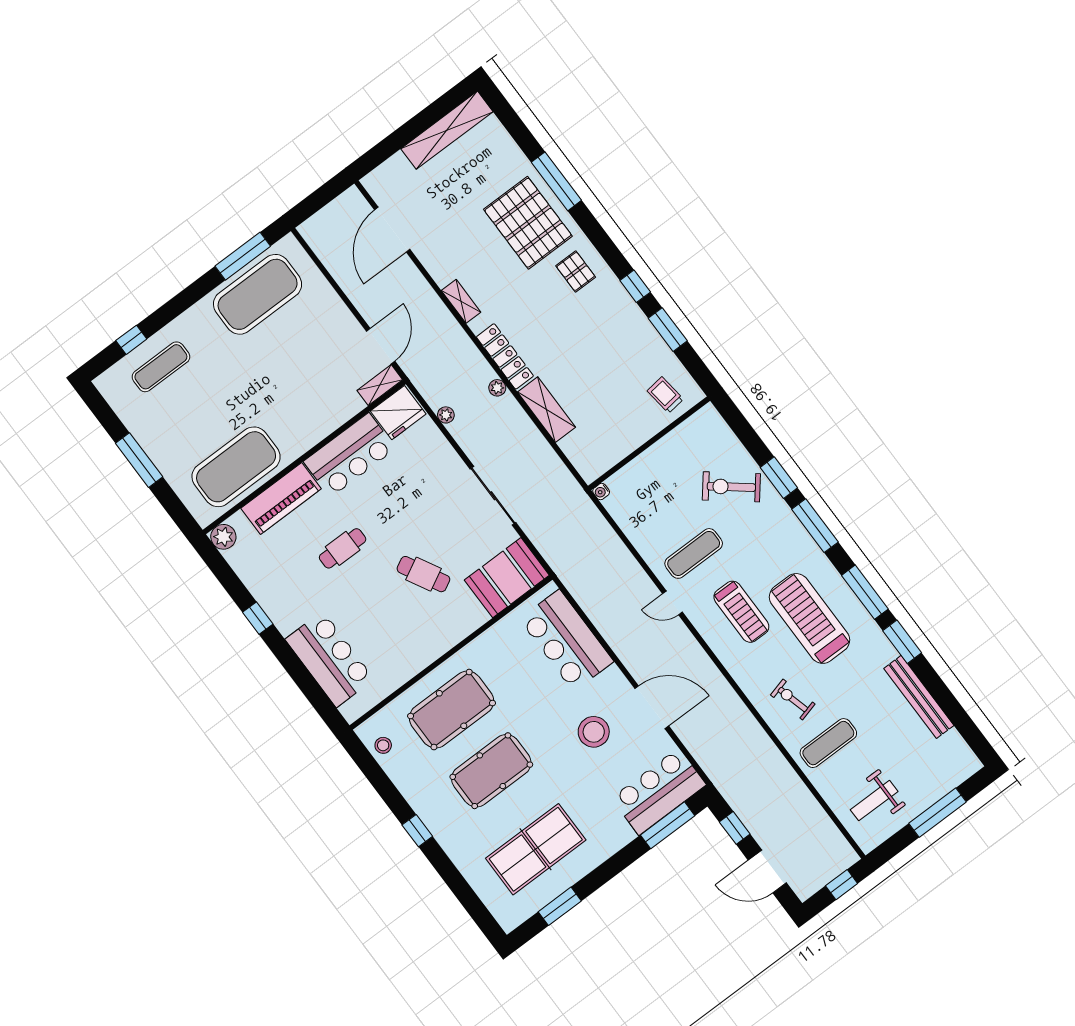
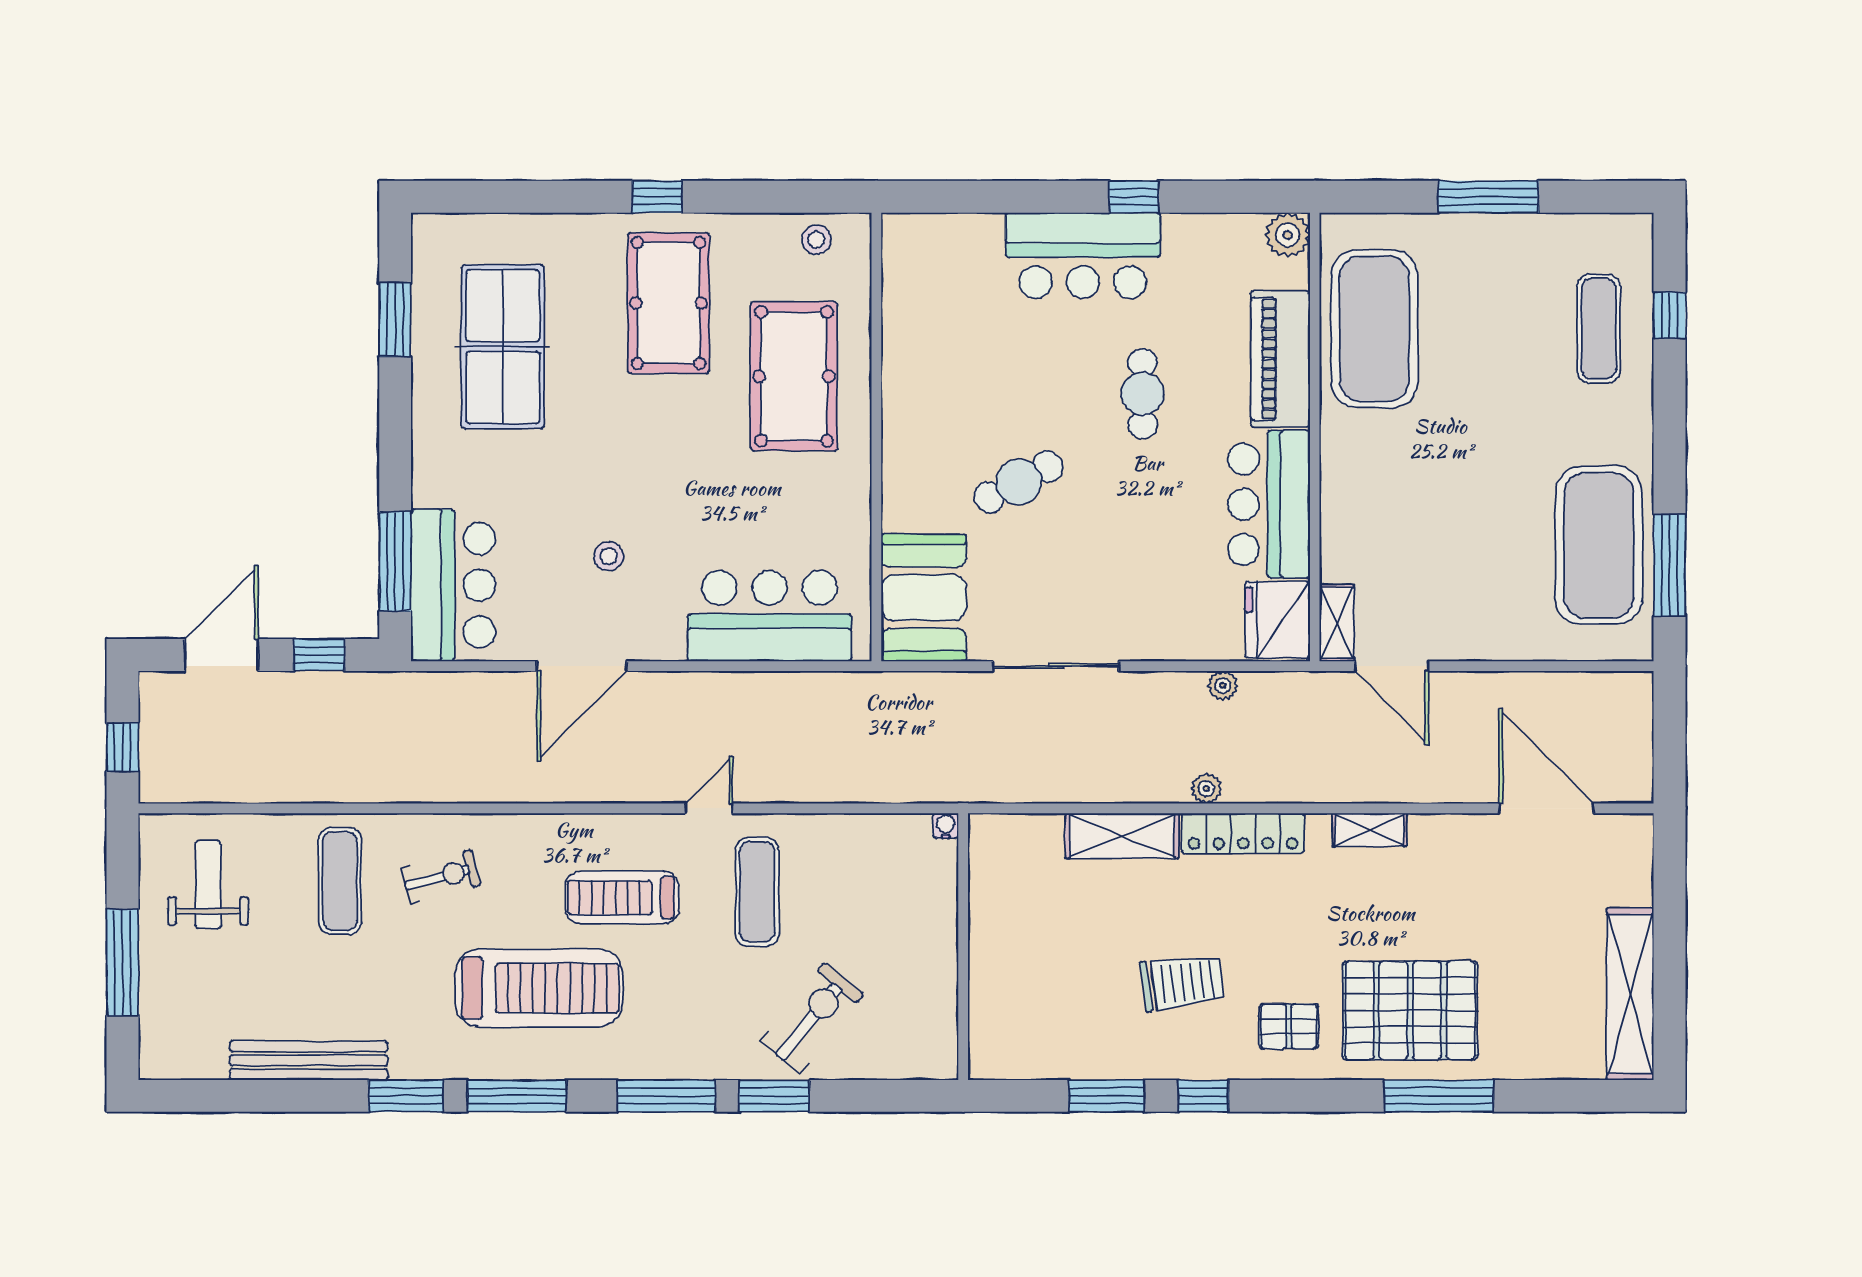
trolley: (665, 395) -> (1182, 982), moved, width x1.36, depth x1.39
bar counter: (330, 659) -> (1083, 256), moved
stool: (594, 732) -> (609, 556), width x0.53, depth x0.53
pool table: (491, 771) -> (669, 303), moved

